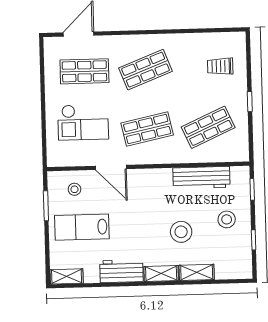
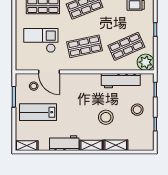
checkout: (83, 122) -> (41, 40), turned 180
plant: (237, 150) -> (146, 62), added
door: (111, 167) -> (49, 72), moved

